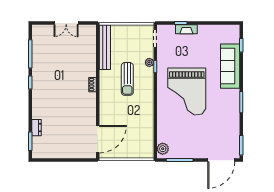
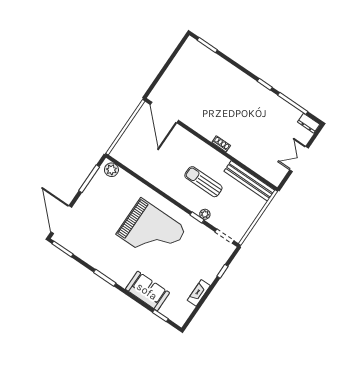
fireplace: (186, 29) -> (199, 293), moved
sofa: (230, 66) -> (147, 291), width x0.73
grand piano: (187, 92) -> (151, 232), turned 180
dresser: (37, 128) -> (309, 123), moved

